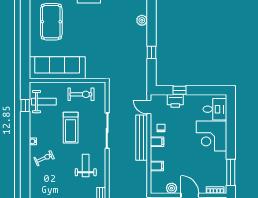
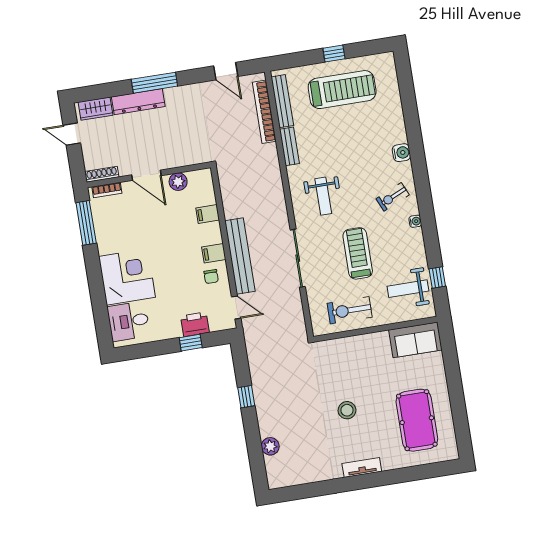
stool: (92, 34) -> (347, 410), added
sofa: (57, 68) -> (415, 340), width x0.54, depth x0.79
water cooler: (35, 184) -> (401, 153), added

